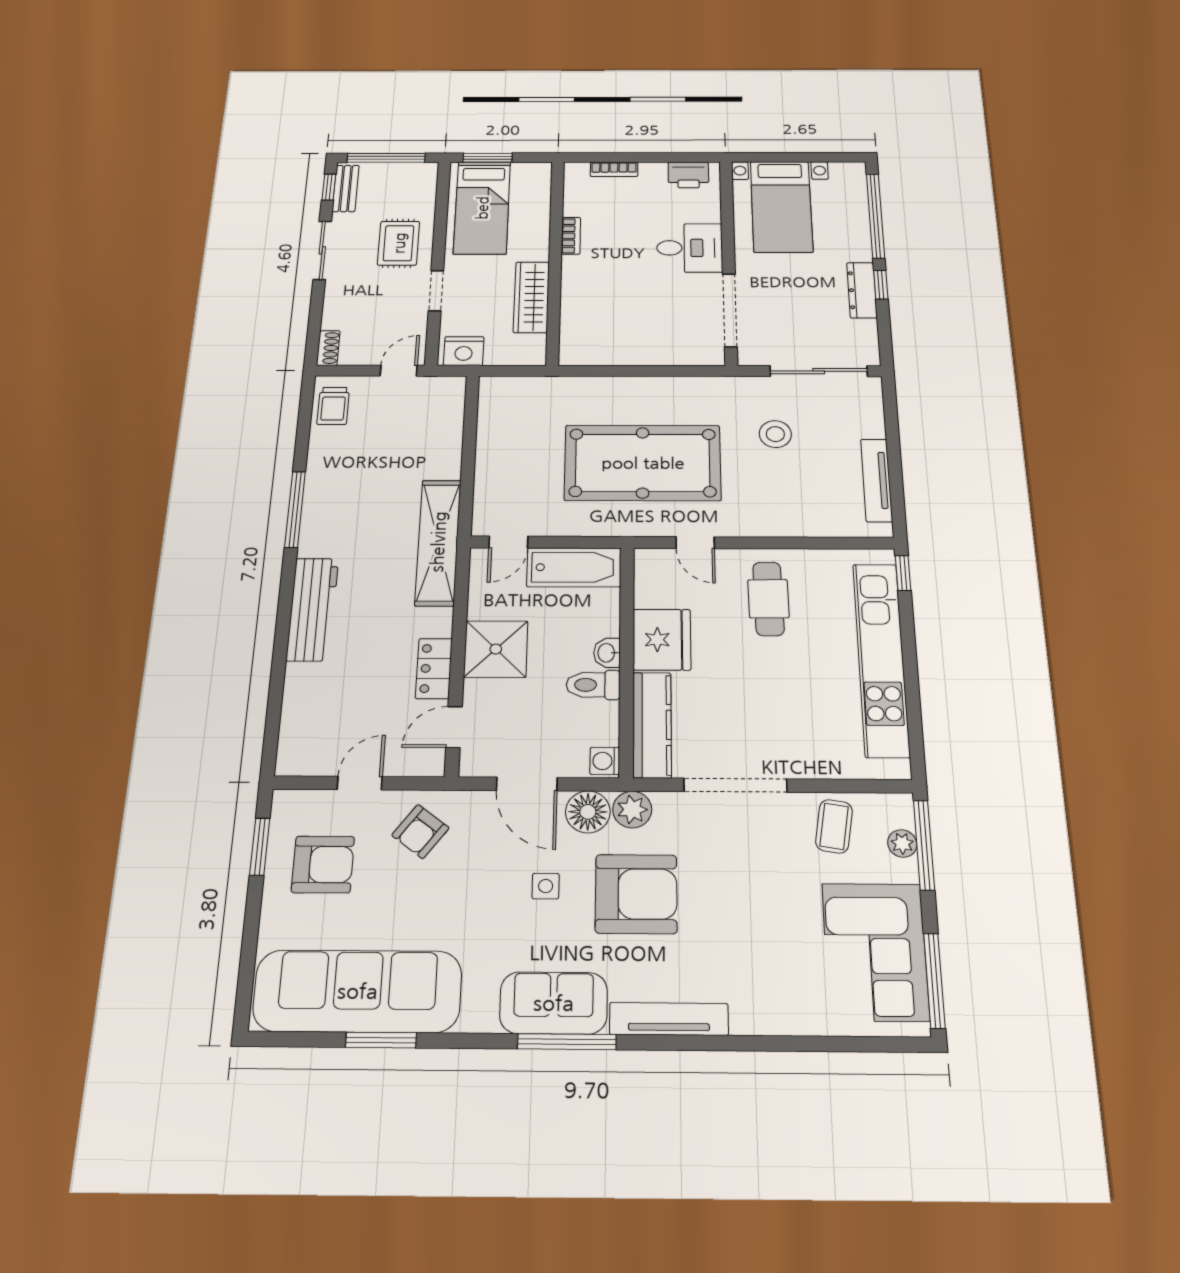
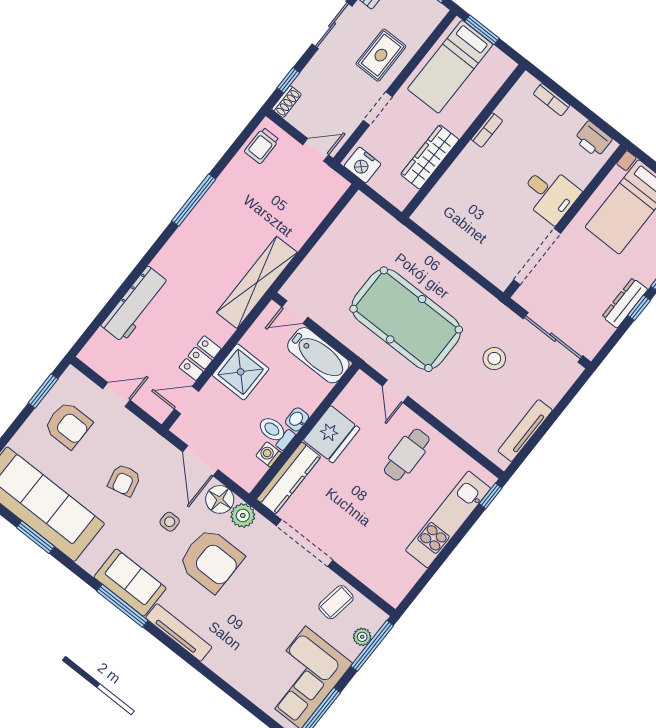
window: (314, 328) -> (288, 80), added
workbench: (312, 609) -> (135, 304), moved
kitchen unit: (881, 659) -> (448, 519), width x0.73
washing machine: (605, 761) -> (269, 454), moved
armchair: (420, 831) -> (124, 480), moved, turned -50

